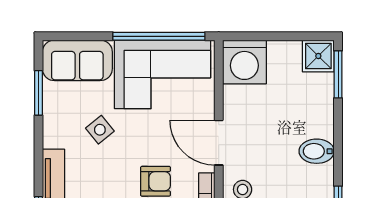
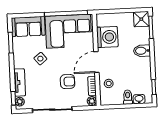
washing machine: (244, 62) -> (107, 37), moved, turned -90
door: (219, 143) -> (96, 62), hinge flipped
bidet: (317, 151) -> (142, 51), moved

